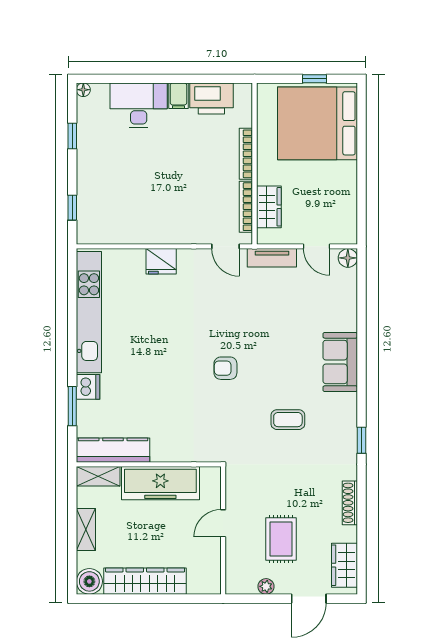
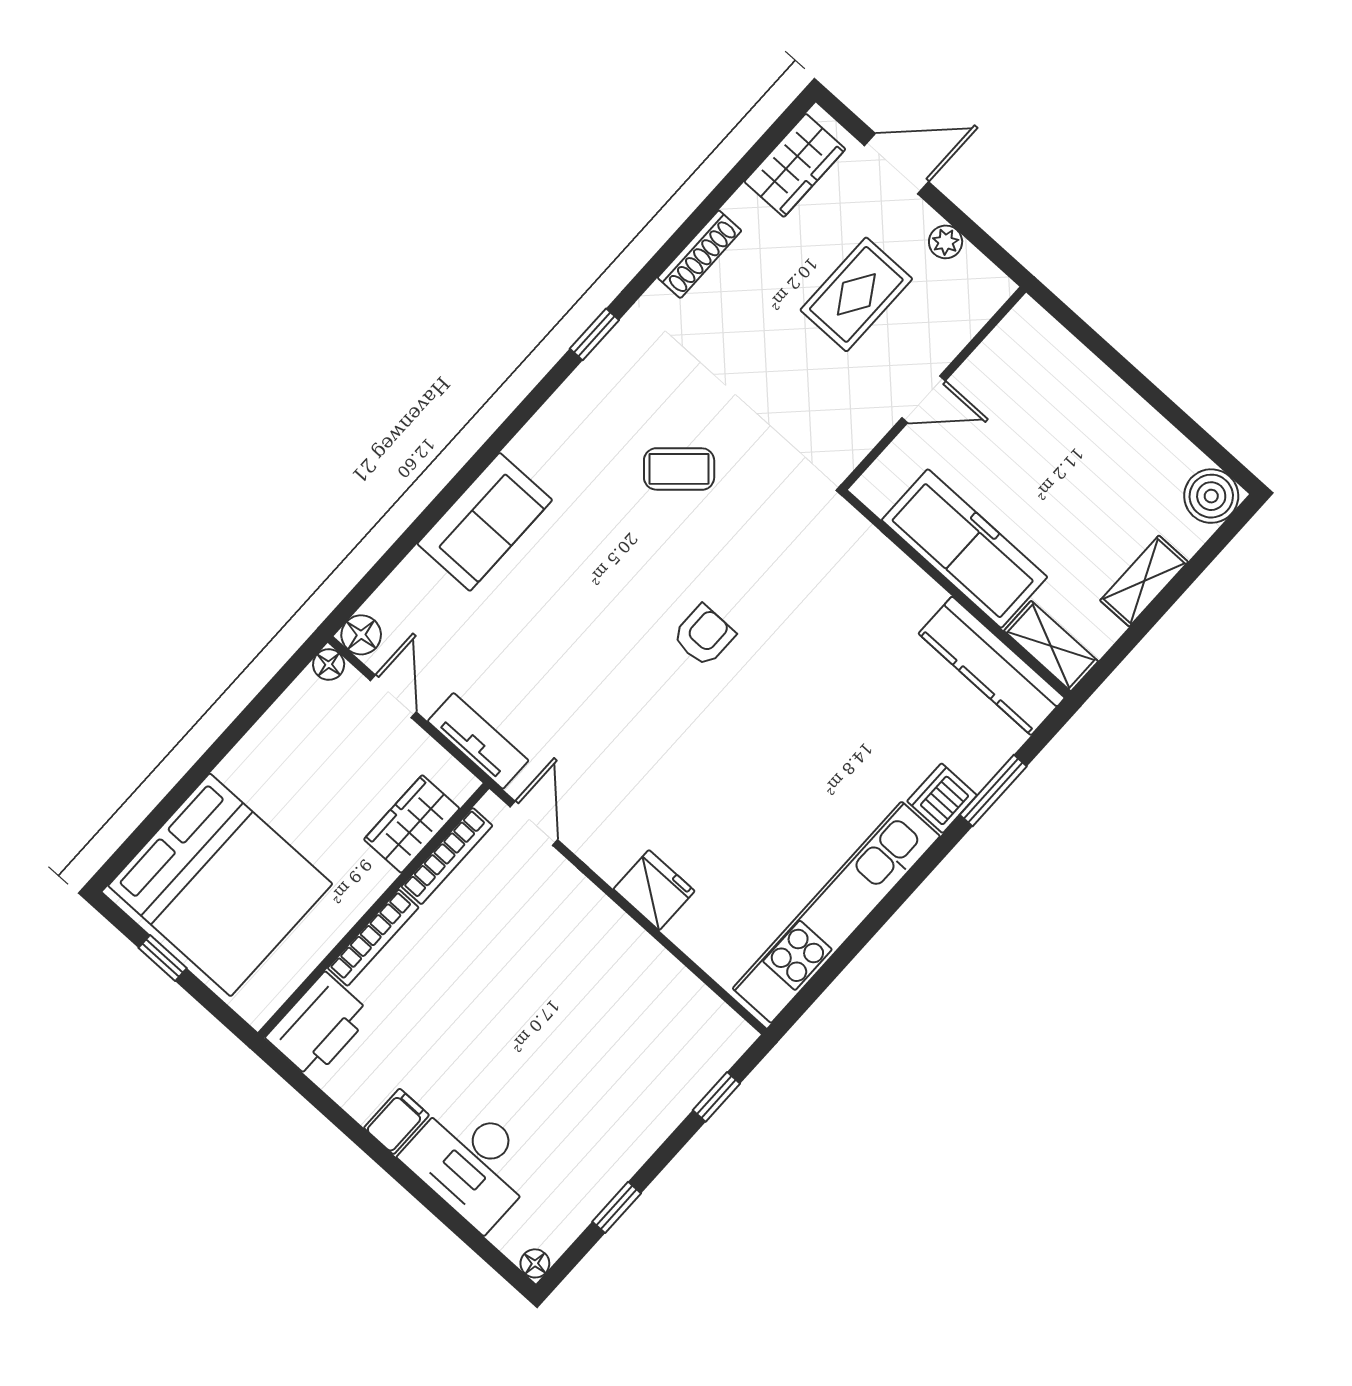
printer: (211, 98) -> (319, 1026), moved, turned 90
floor lamp: (350, 237) -> (329, 665), added
sofa: (340, 362) -> (485, 522), moved
armchair: (225, 368) -> (704, 635), turned -90
coffee table: (288, 420) -> (679, 469), turned -42
wardrobe: (145, 581) -> (1125, 419), removed

